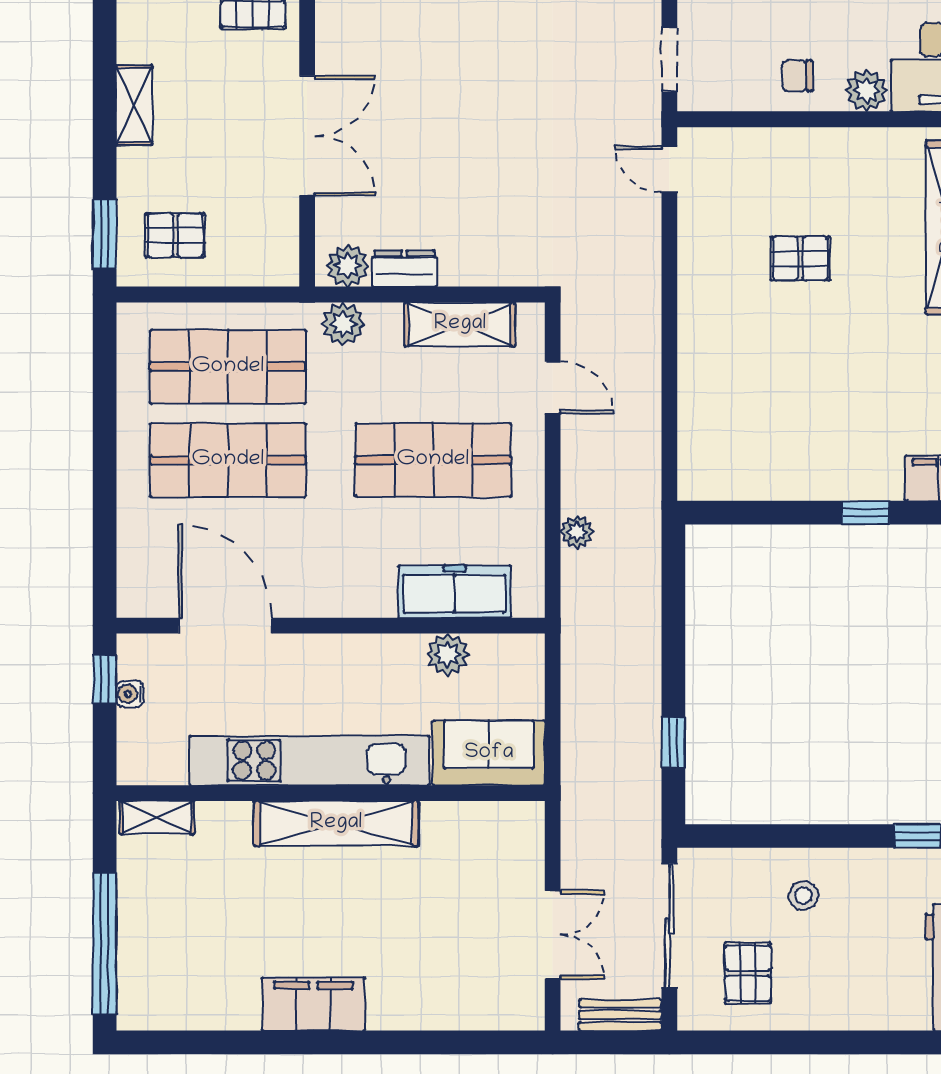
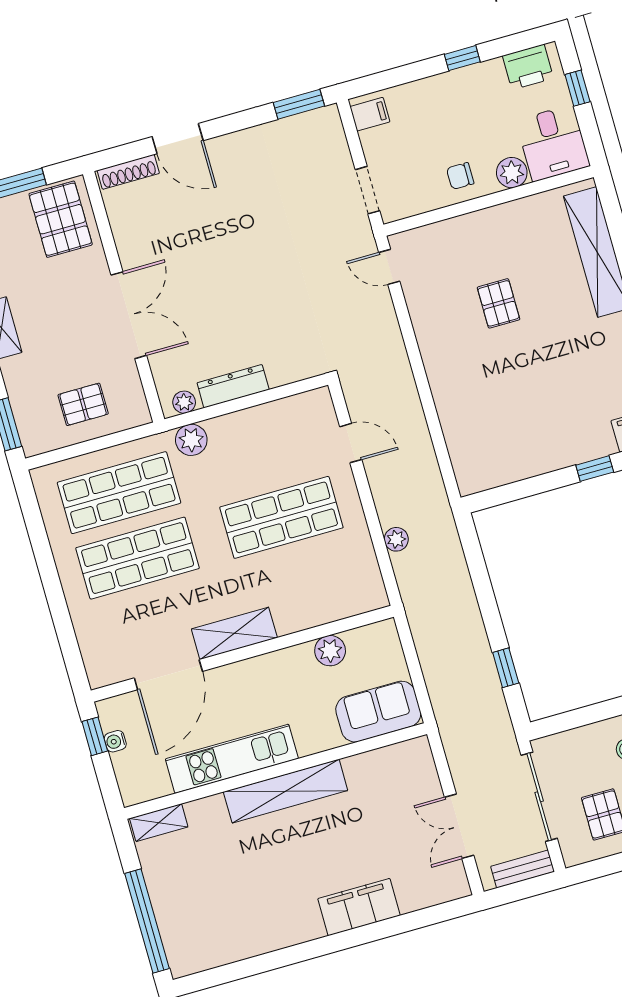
pallet: (175, 235) -> (83, 404), moved
pallet: (800, 258) -> (499, 303), turned 90
plant: (348, 266) -> (184, 402), width x0.73, depth x0.73
dresser: (404, 269) -> (233, 386), width x1.44
shelving: (460, 324) -> (234, 633), moved
freezer: (455, 592) -> (322, 605), removed
door: (225, 626) -> (168, 675), swing flipped
kitchen unit: (309, 761) -> (232, 759), width x0.73
double door: (553, 935) -> (459, 826), swing flipped
filing cabinet: (314, 1004) -> (359, 907), moved

